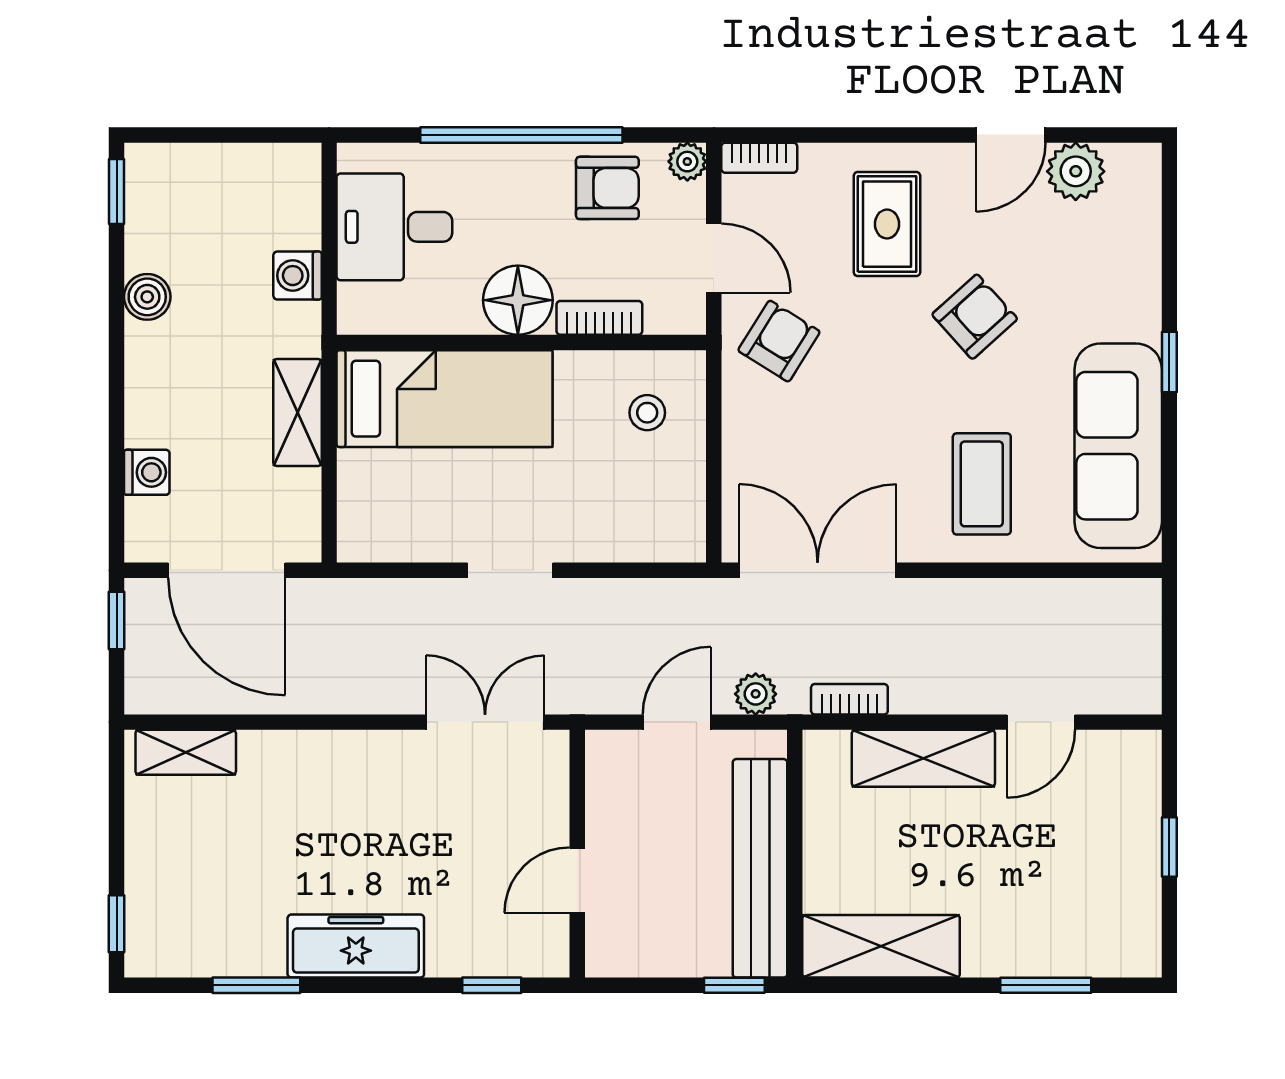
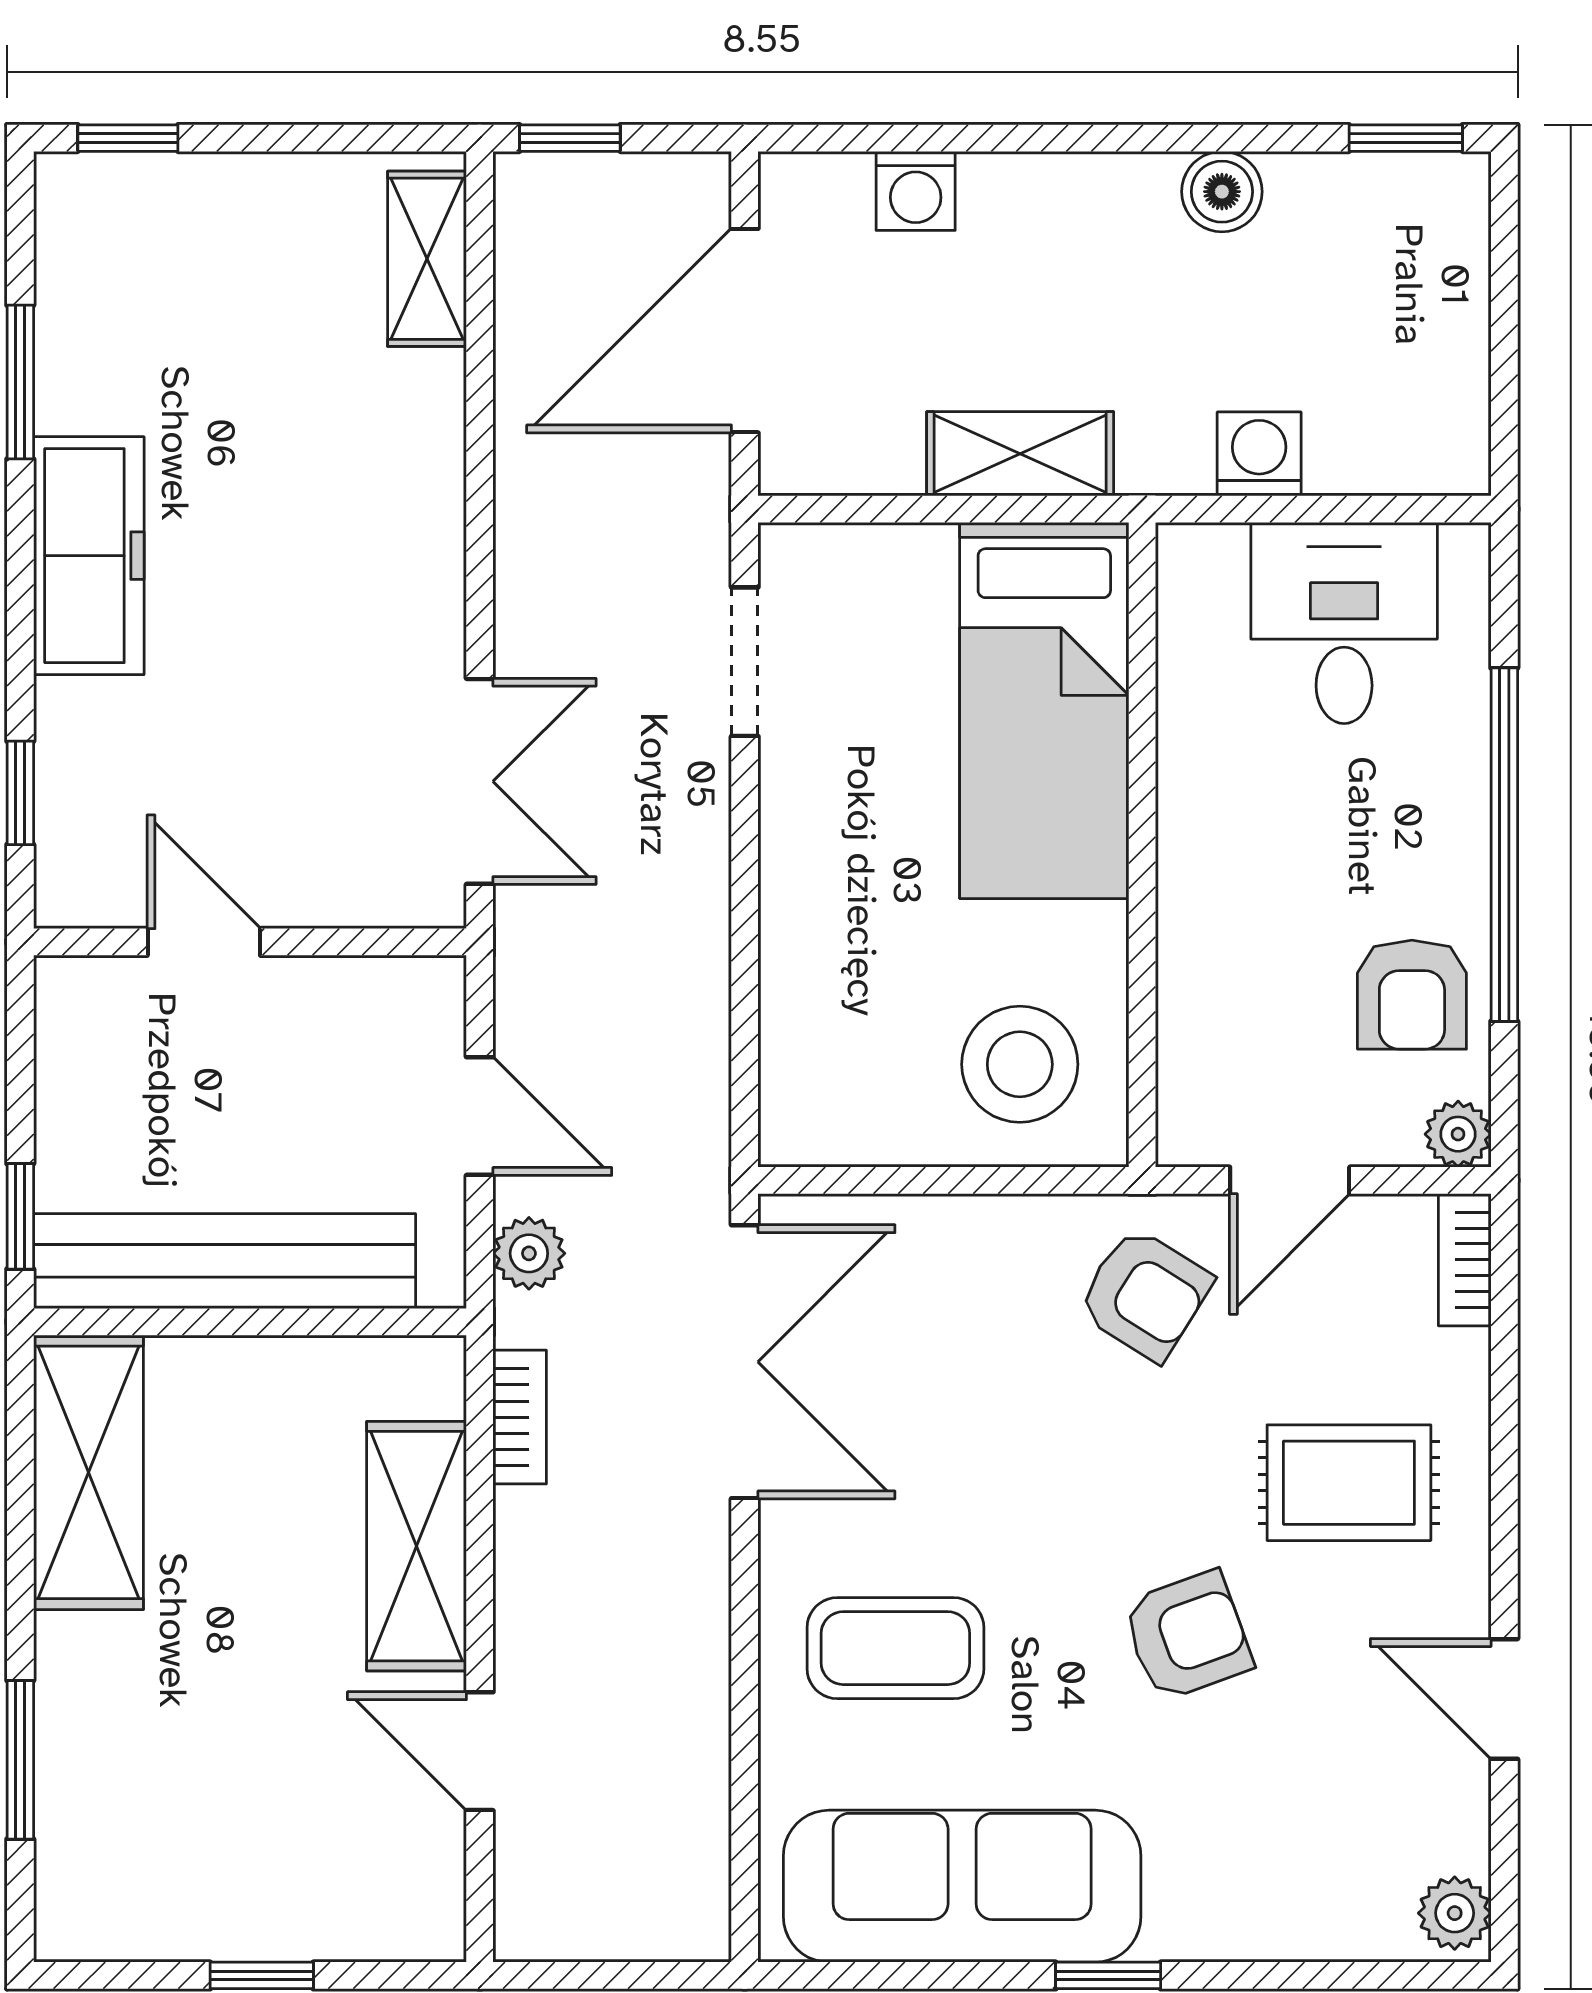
plant: (1076, 171) -> (1455, 1913), moved, width x0.73, depth x0.73
floor lamp: (518, 300) -> (1216, 839), removed
armchair: (975, 317) -> (1187, 1636), turned -68
bookcase: (599, 318) -> (1185, 981), removed
stool: (647, 413) -> (1020, 1064), width x1.89, depth x1.89
doorway: (510, 570) -> (745, 662), moved
window: (117, 621) -> (570, 138), moved

